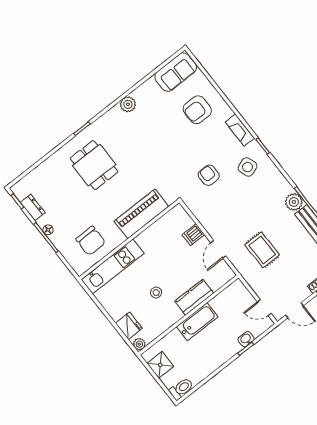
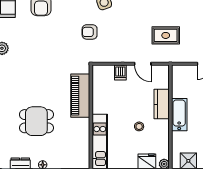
dining table: (94, 165) -> (36, 121), moved
chair: (91, 241) -> (72, 143), removed

